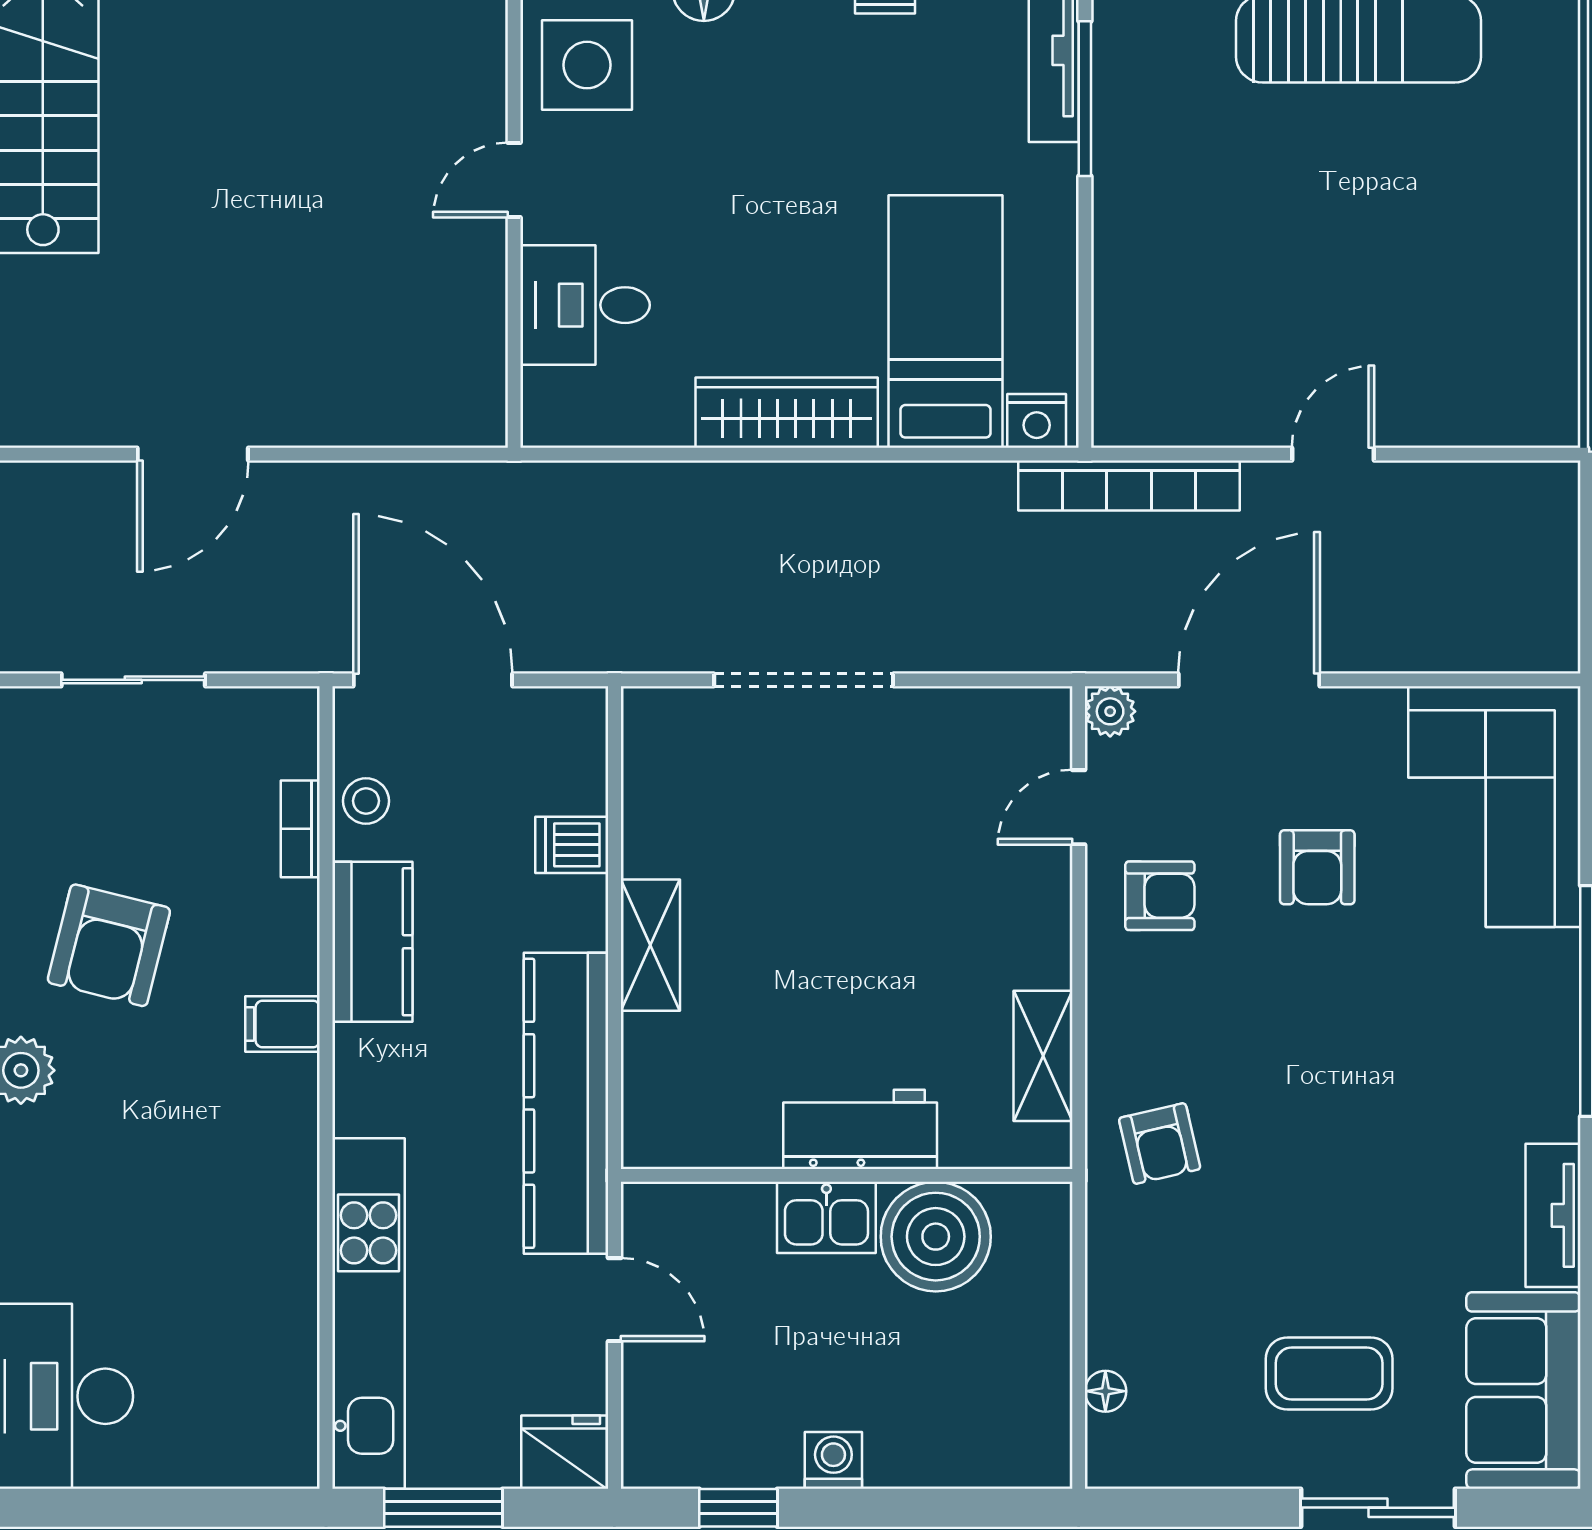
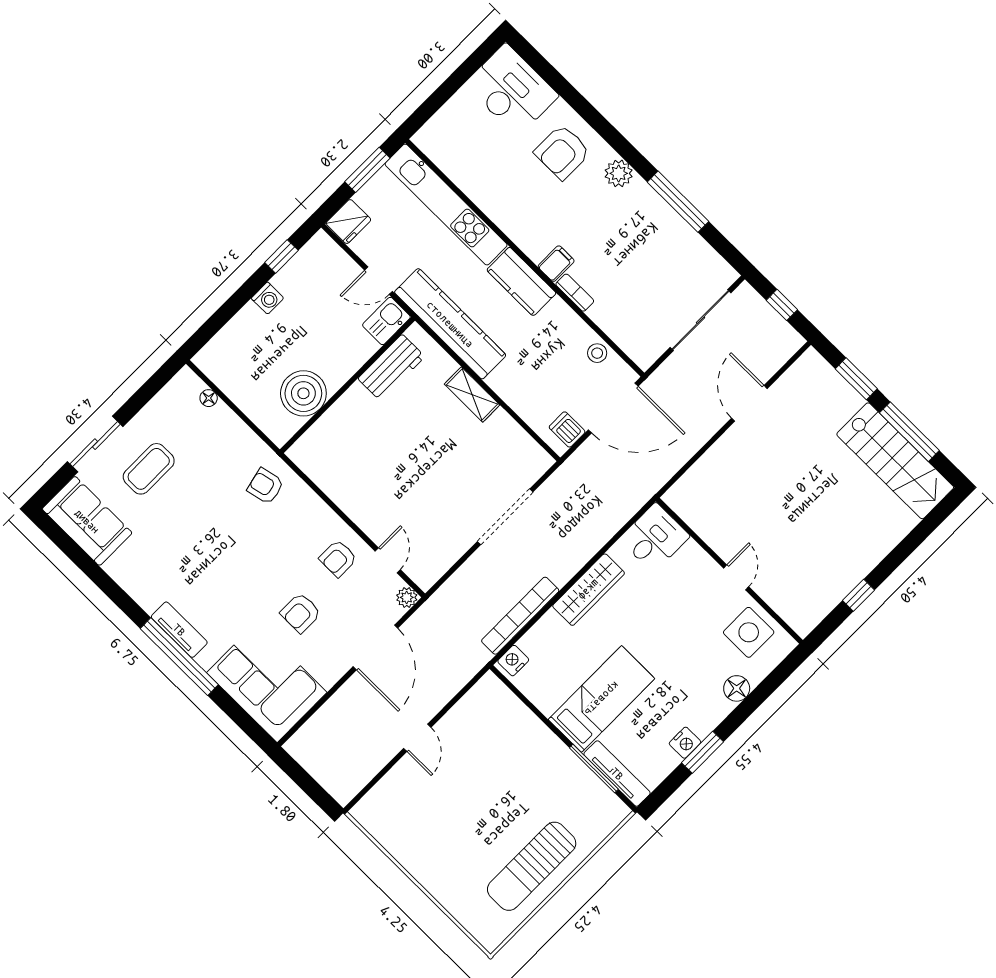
desk: (585, 305) -> (655, 538), moved
bed: (946, 322) -> (602, 699), moved, turned -90
bookcase: (1129, 485) -> (520, 616), moved
sliding door: (133, 680) -> (700, 320), width x1.37
bookcase: (300, 829) -> (575, 293), moved
dishwasher: (572, 845) -> (567, 429), moved, turned -90
armchair: (1317, 867) -> (301, 613), turned -90
kitchen counter: (372, 942) -> (521, 282), moved
armchair: (109, 945) -> (562, 152), moved, turned -104
shelving: (1043, 1056) -> (325, 477), removed
workbench: (860, 1129) -> (391, 368), moved
tv unit: (1553, 1215) -> (179, 630), moved
kitchen sink: (826, 1217) -> (386, 321), moved

